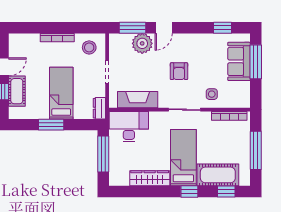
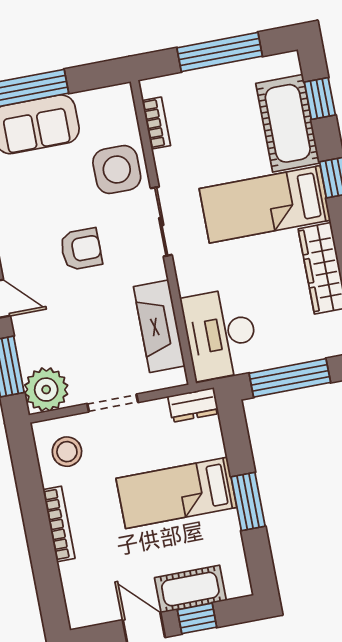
plant: (142, 43) -> (46, 390), moved
side table: (212, 94) -> (117, 169), width x1.87, depth x1.87
bookcase: (229, 116) -> (156, 123), width x0.64

